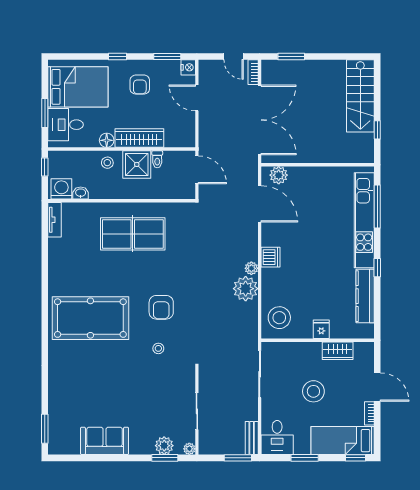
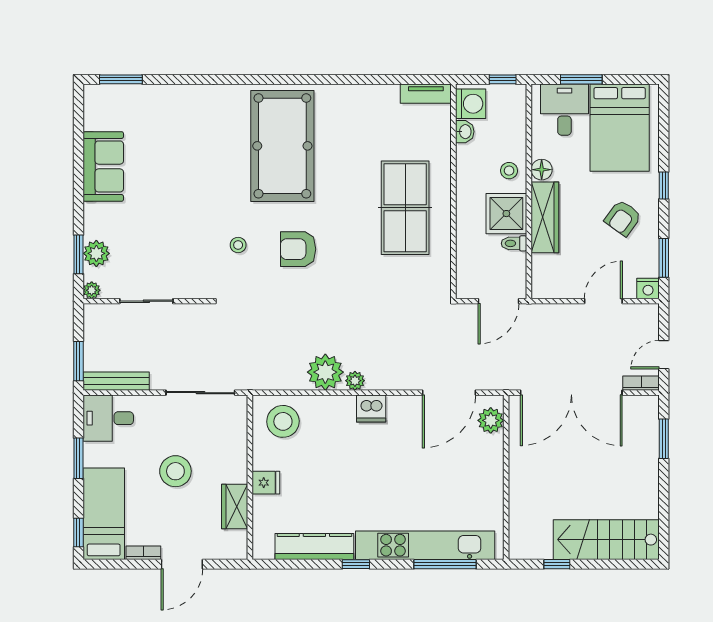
armchair: (140, 85) -> (623, 218), turned -54
bench: (252, 438) -> (116, 381), width x1.36

